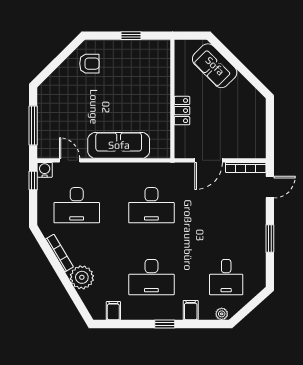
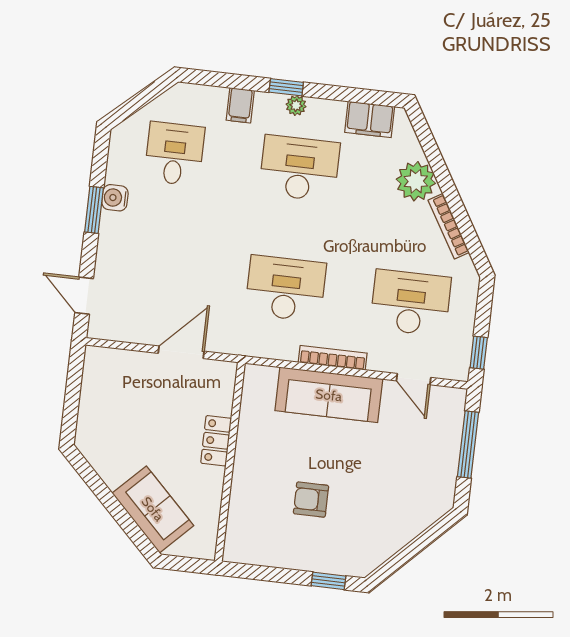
window: (131, 36) -> (329, 581), moved
armchair: (89, 64) -> (311, 500), moved
bookcase: (246, 167) -> (333, 358), moved
water cooler: (45, 170) -> (115, 198), moved, turned 90
door: (270, 187) -> (84, 296), hinge flipped
filing cabinet: (113, 311) -> (370, 119), width x2.00
plant: (222, 314) -> (296, 105), moved

